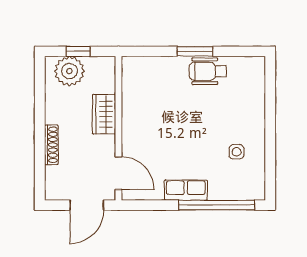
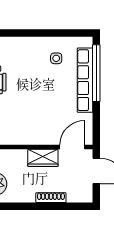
wardrobe: (104, 114) -> (43, 158), moved
row of seats: (186, 190) -> (85, 80), width x2.02

